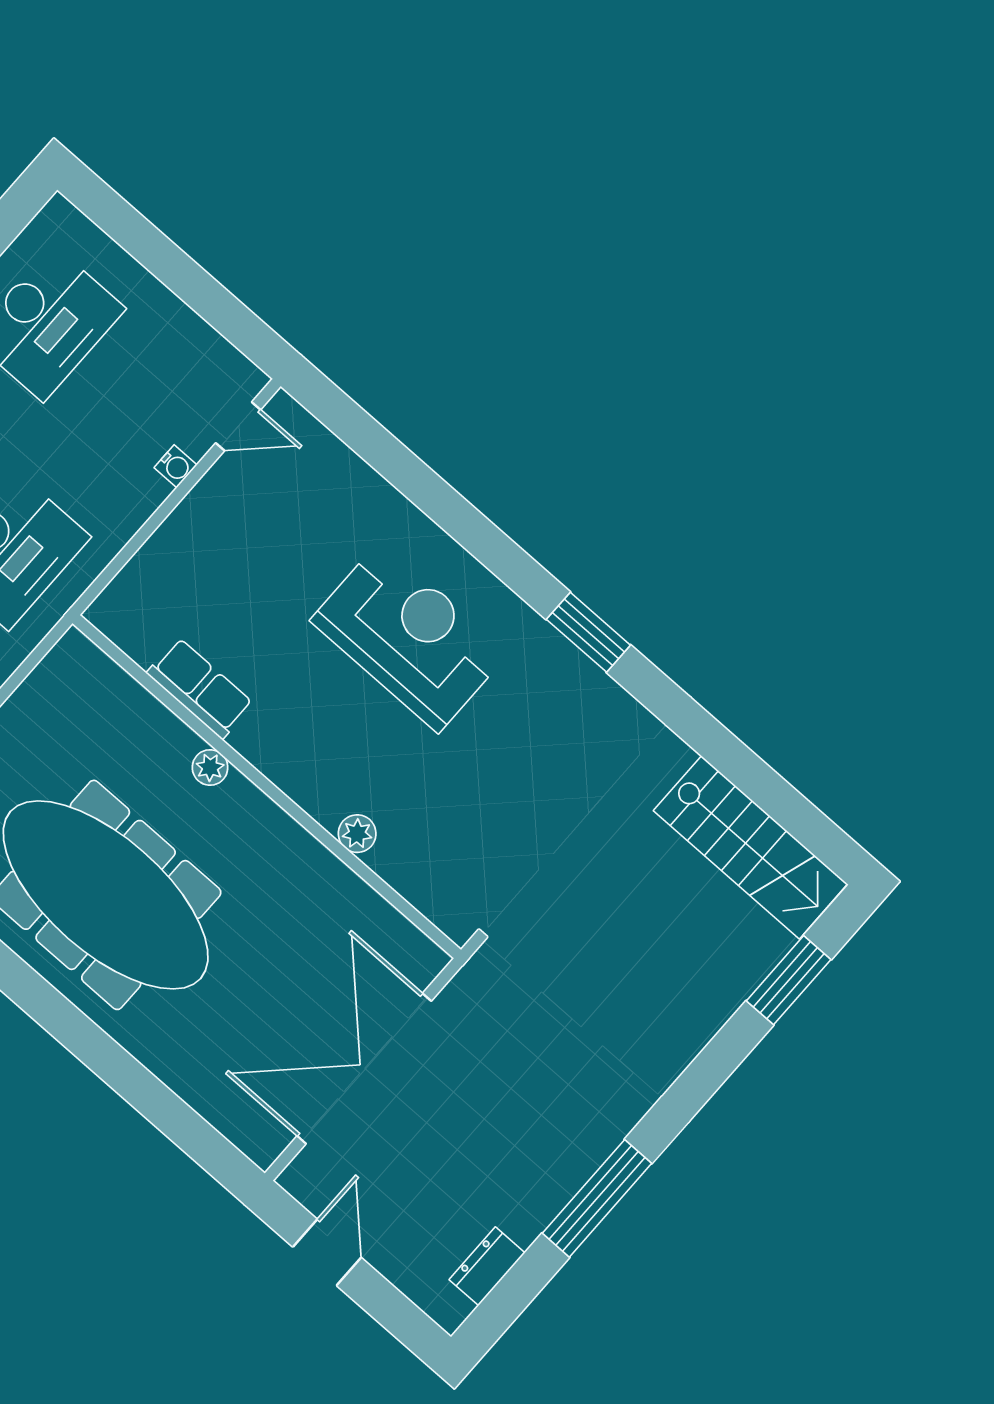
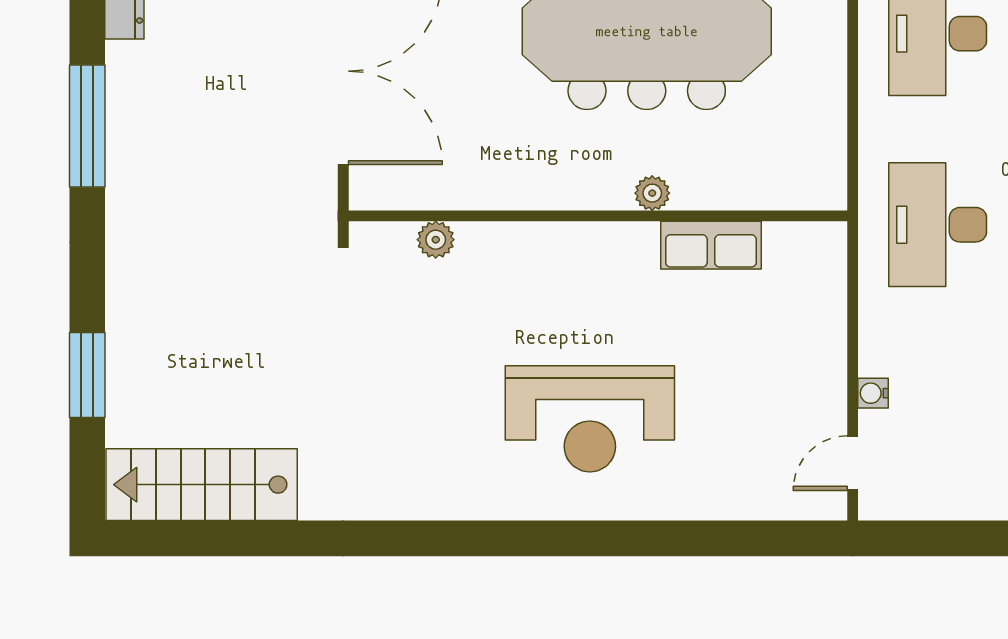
window: (588, 632) -> (461, 538), removed
plant: (357, 834) -> (436, 240), moved
window: (789, 980) -> (87, 375), moved

